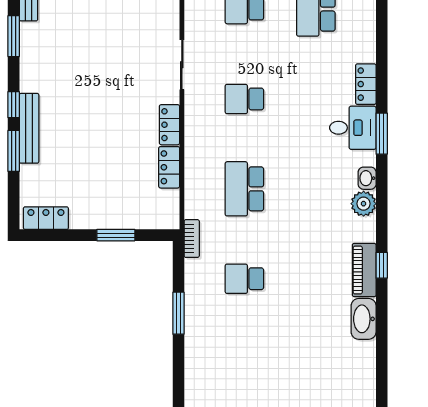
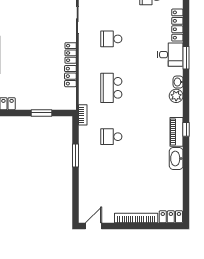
locker: (366, 84) -> (177, 25), width x1.53

